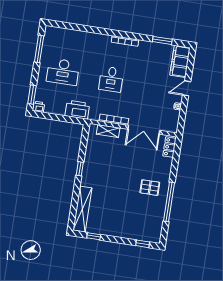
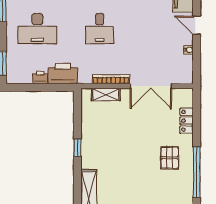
door: (187, 88) -> (197, 25), hinge flipped
printer: (38, 107) -> (40, 78), moved
locker: (169, 147) -> (186, 121), moved
pallet: (150, 188) -> (170, 158), turned 90

